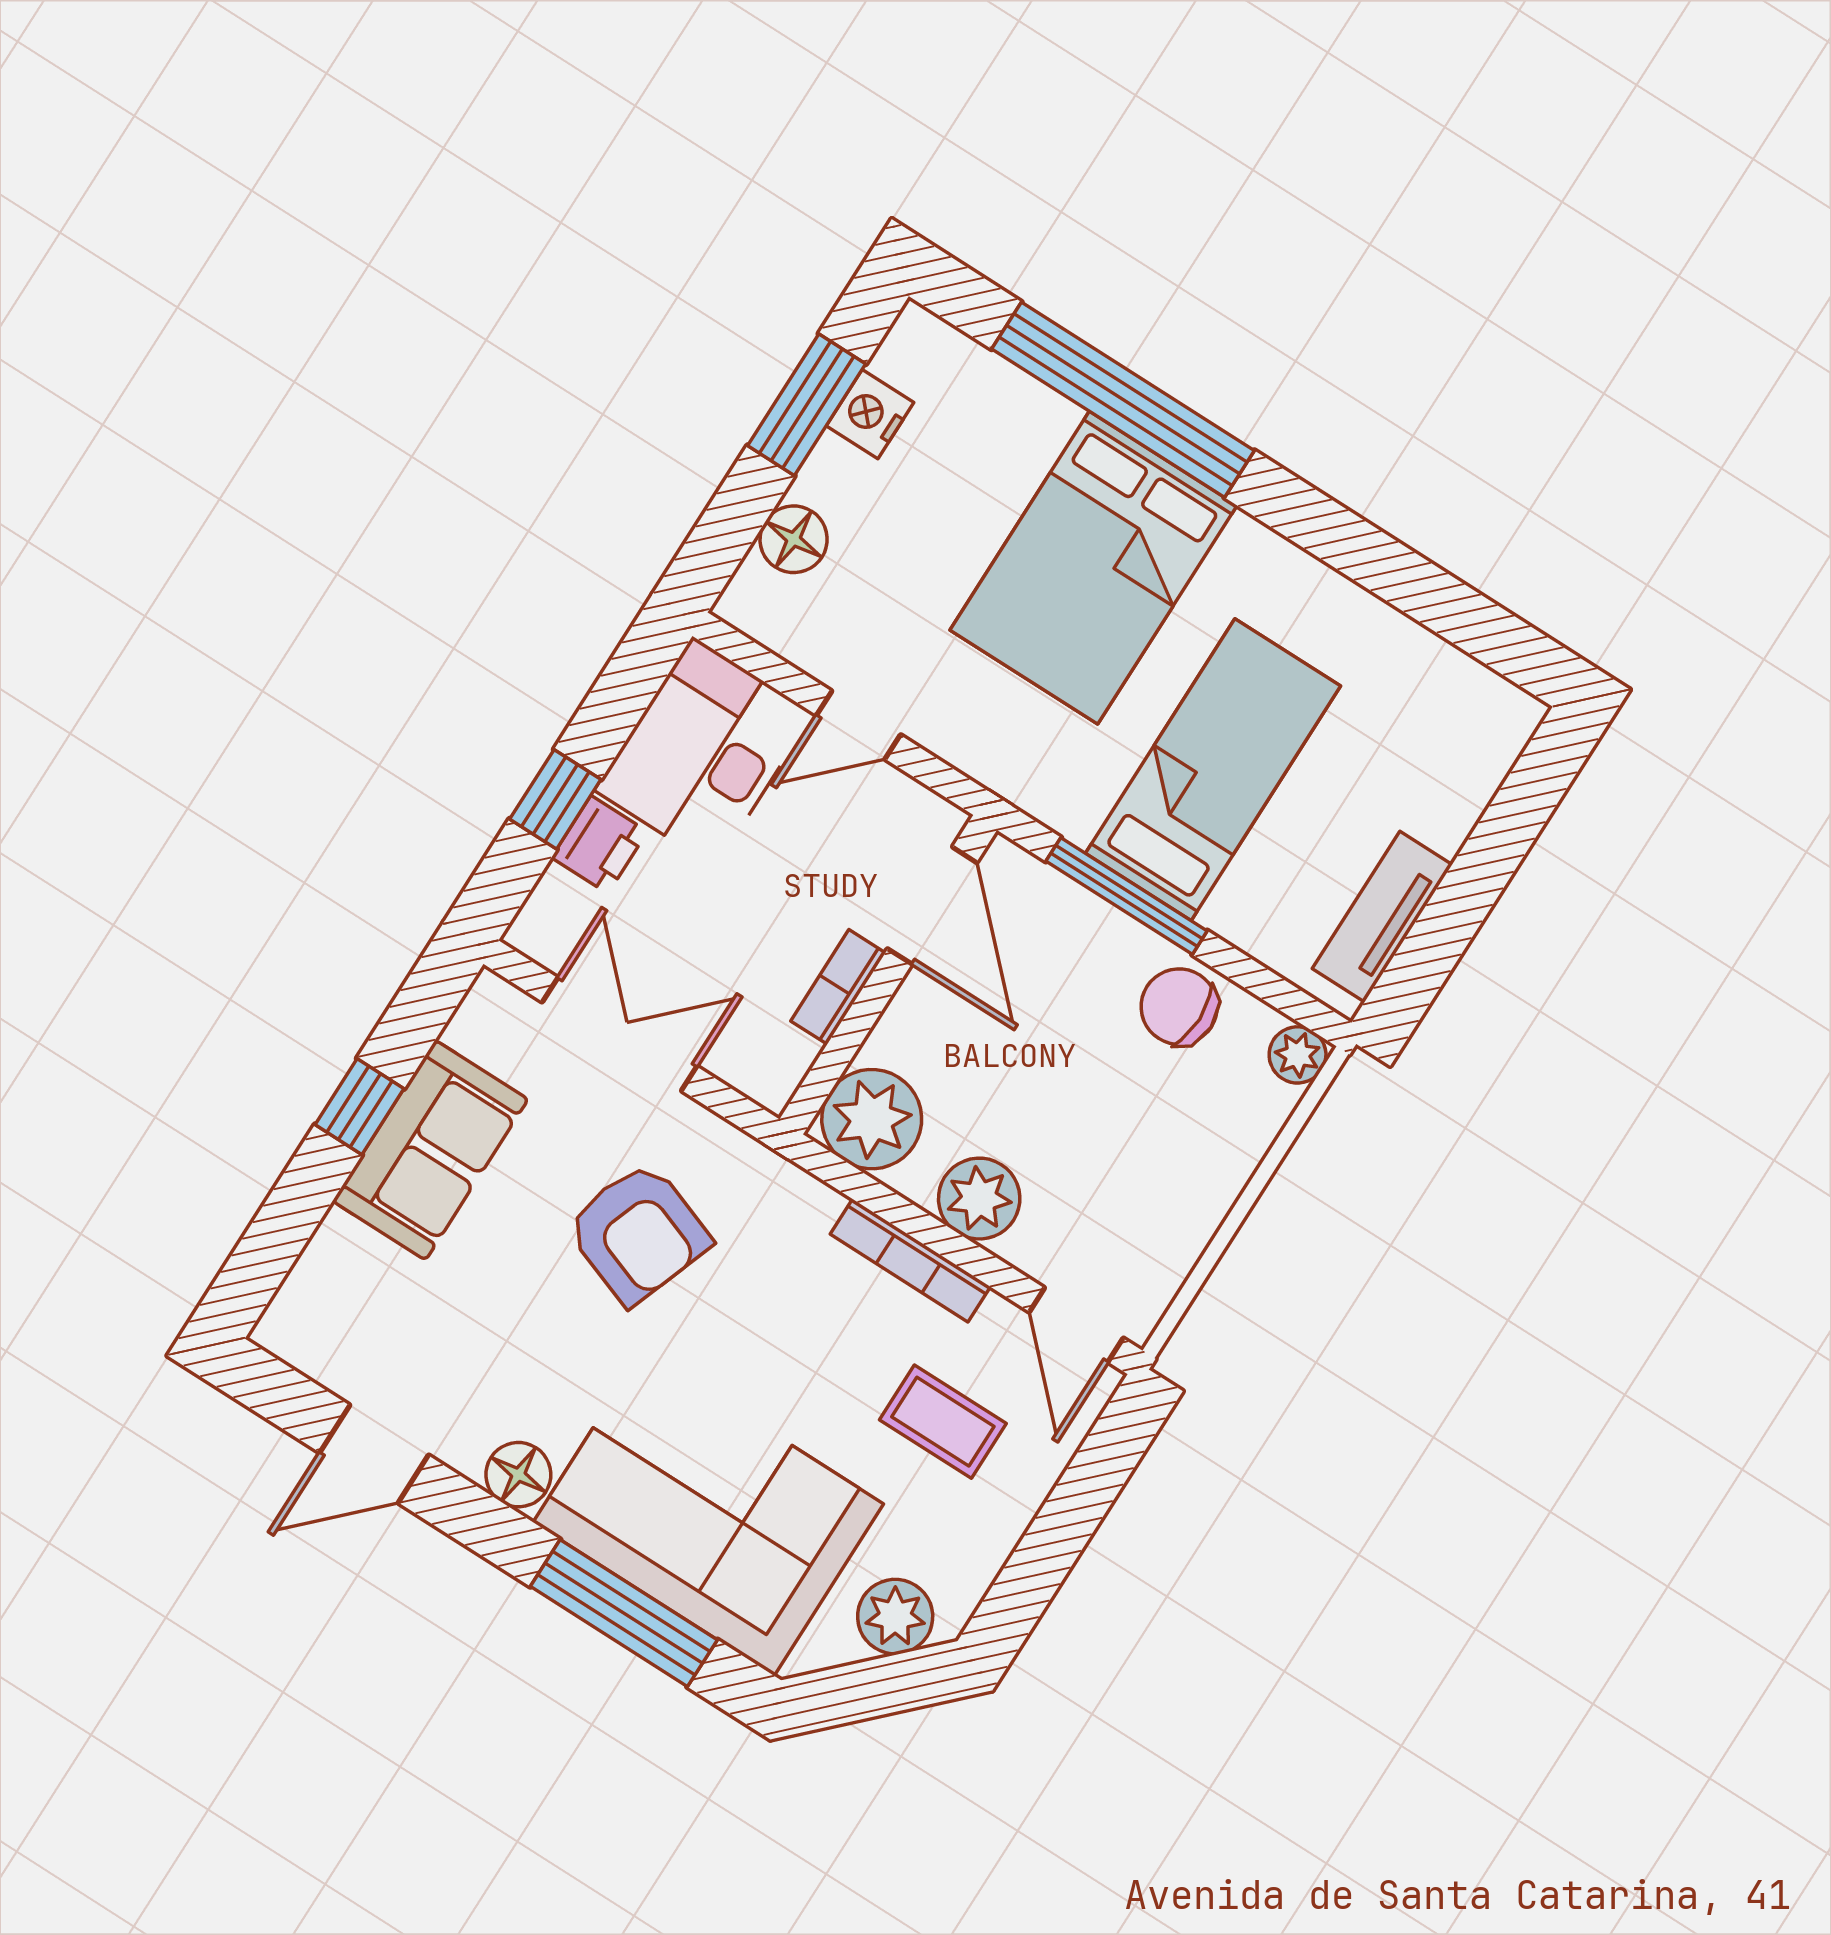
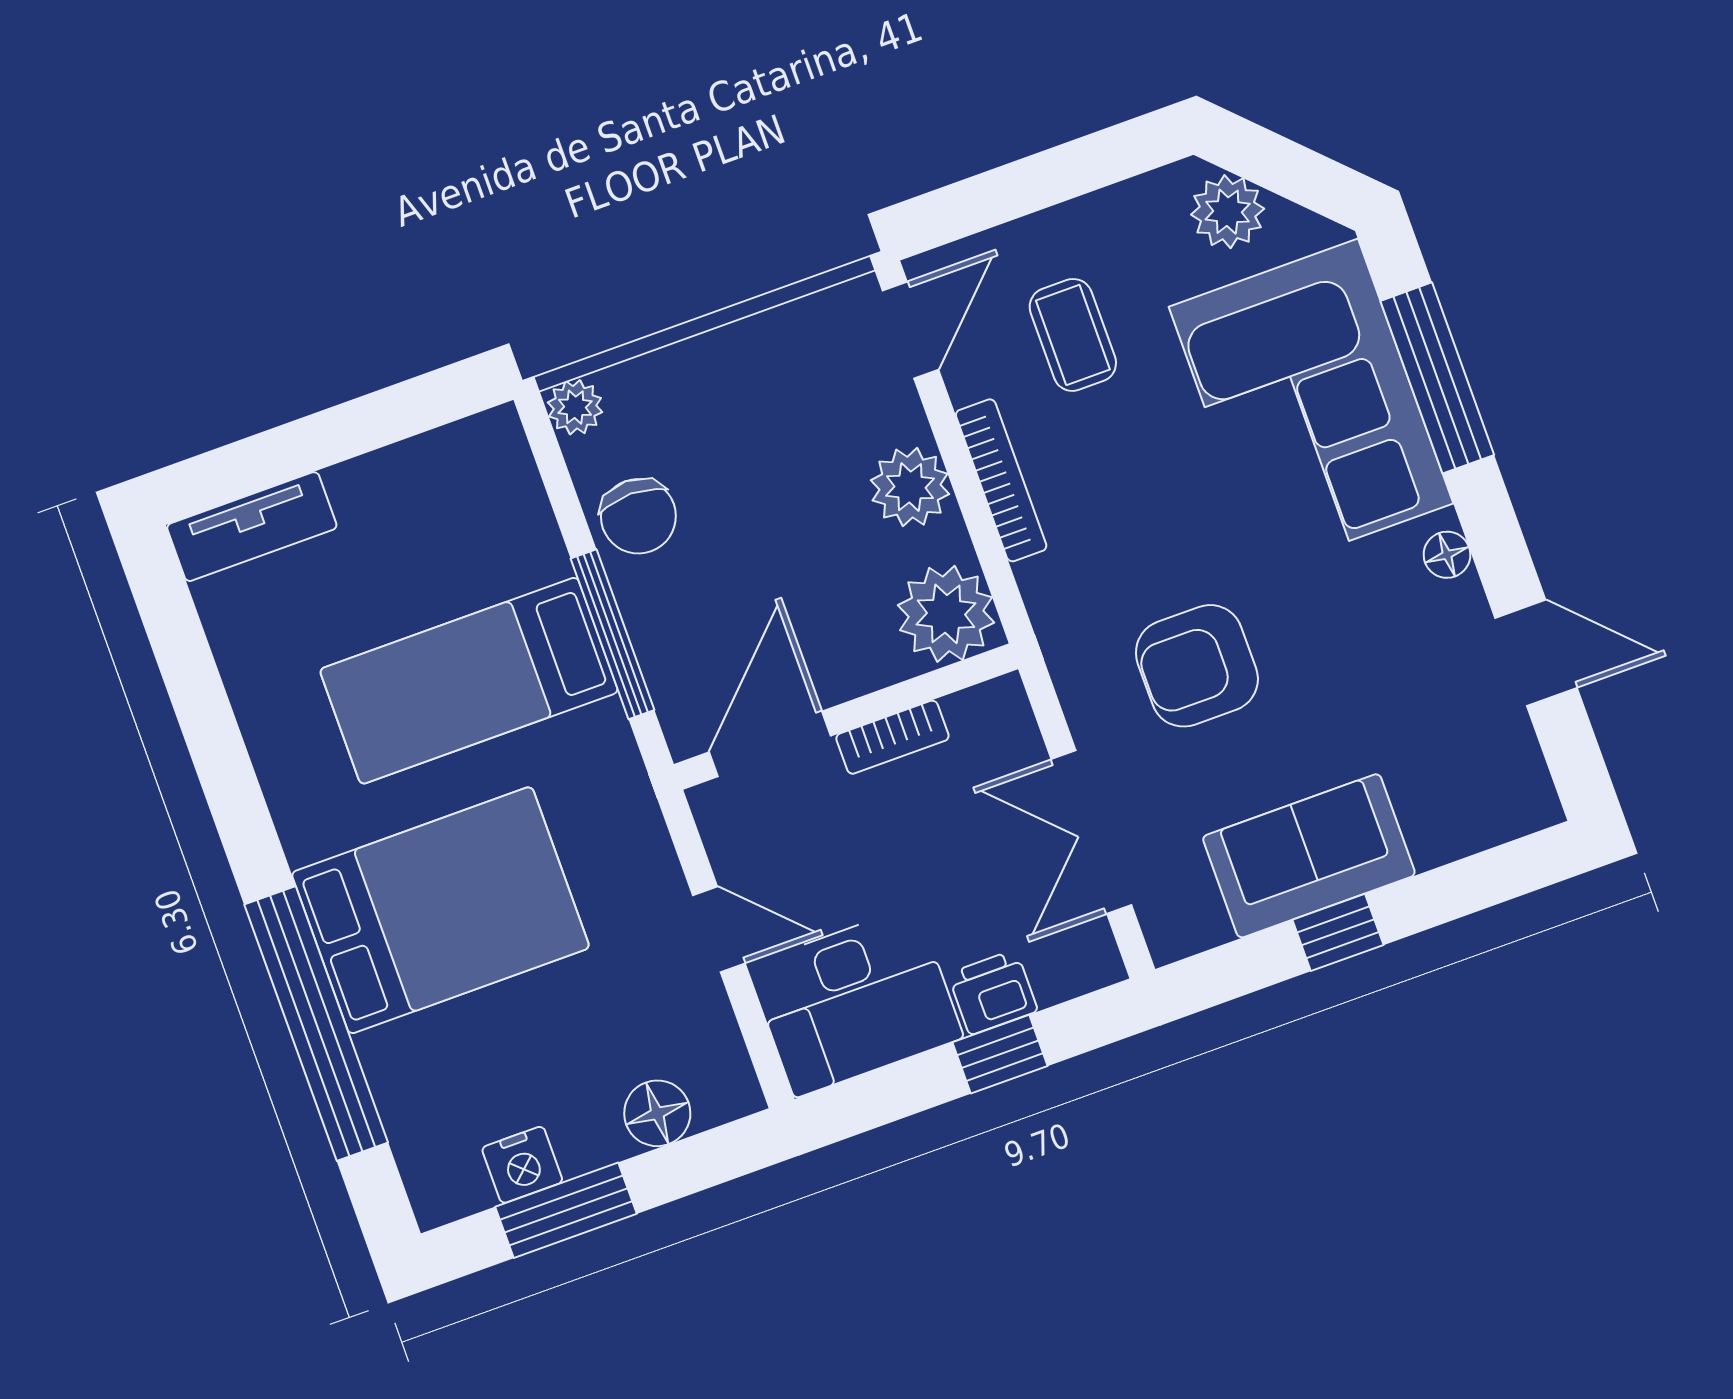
tv unit: (1382, 917) -> (252, 527), moved
armchair: (638, 1233) -> (1197, 666), turned -110
floor lamp: (518, 1475) -> (1447, 555), width x0.73, depth x0.73

